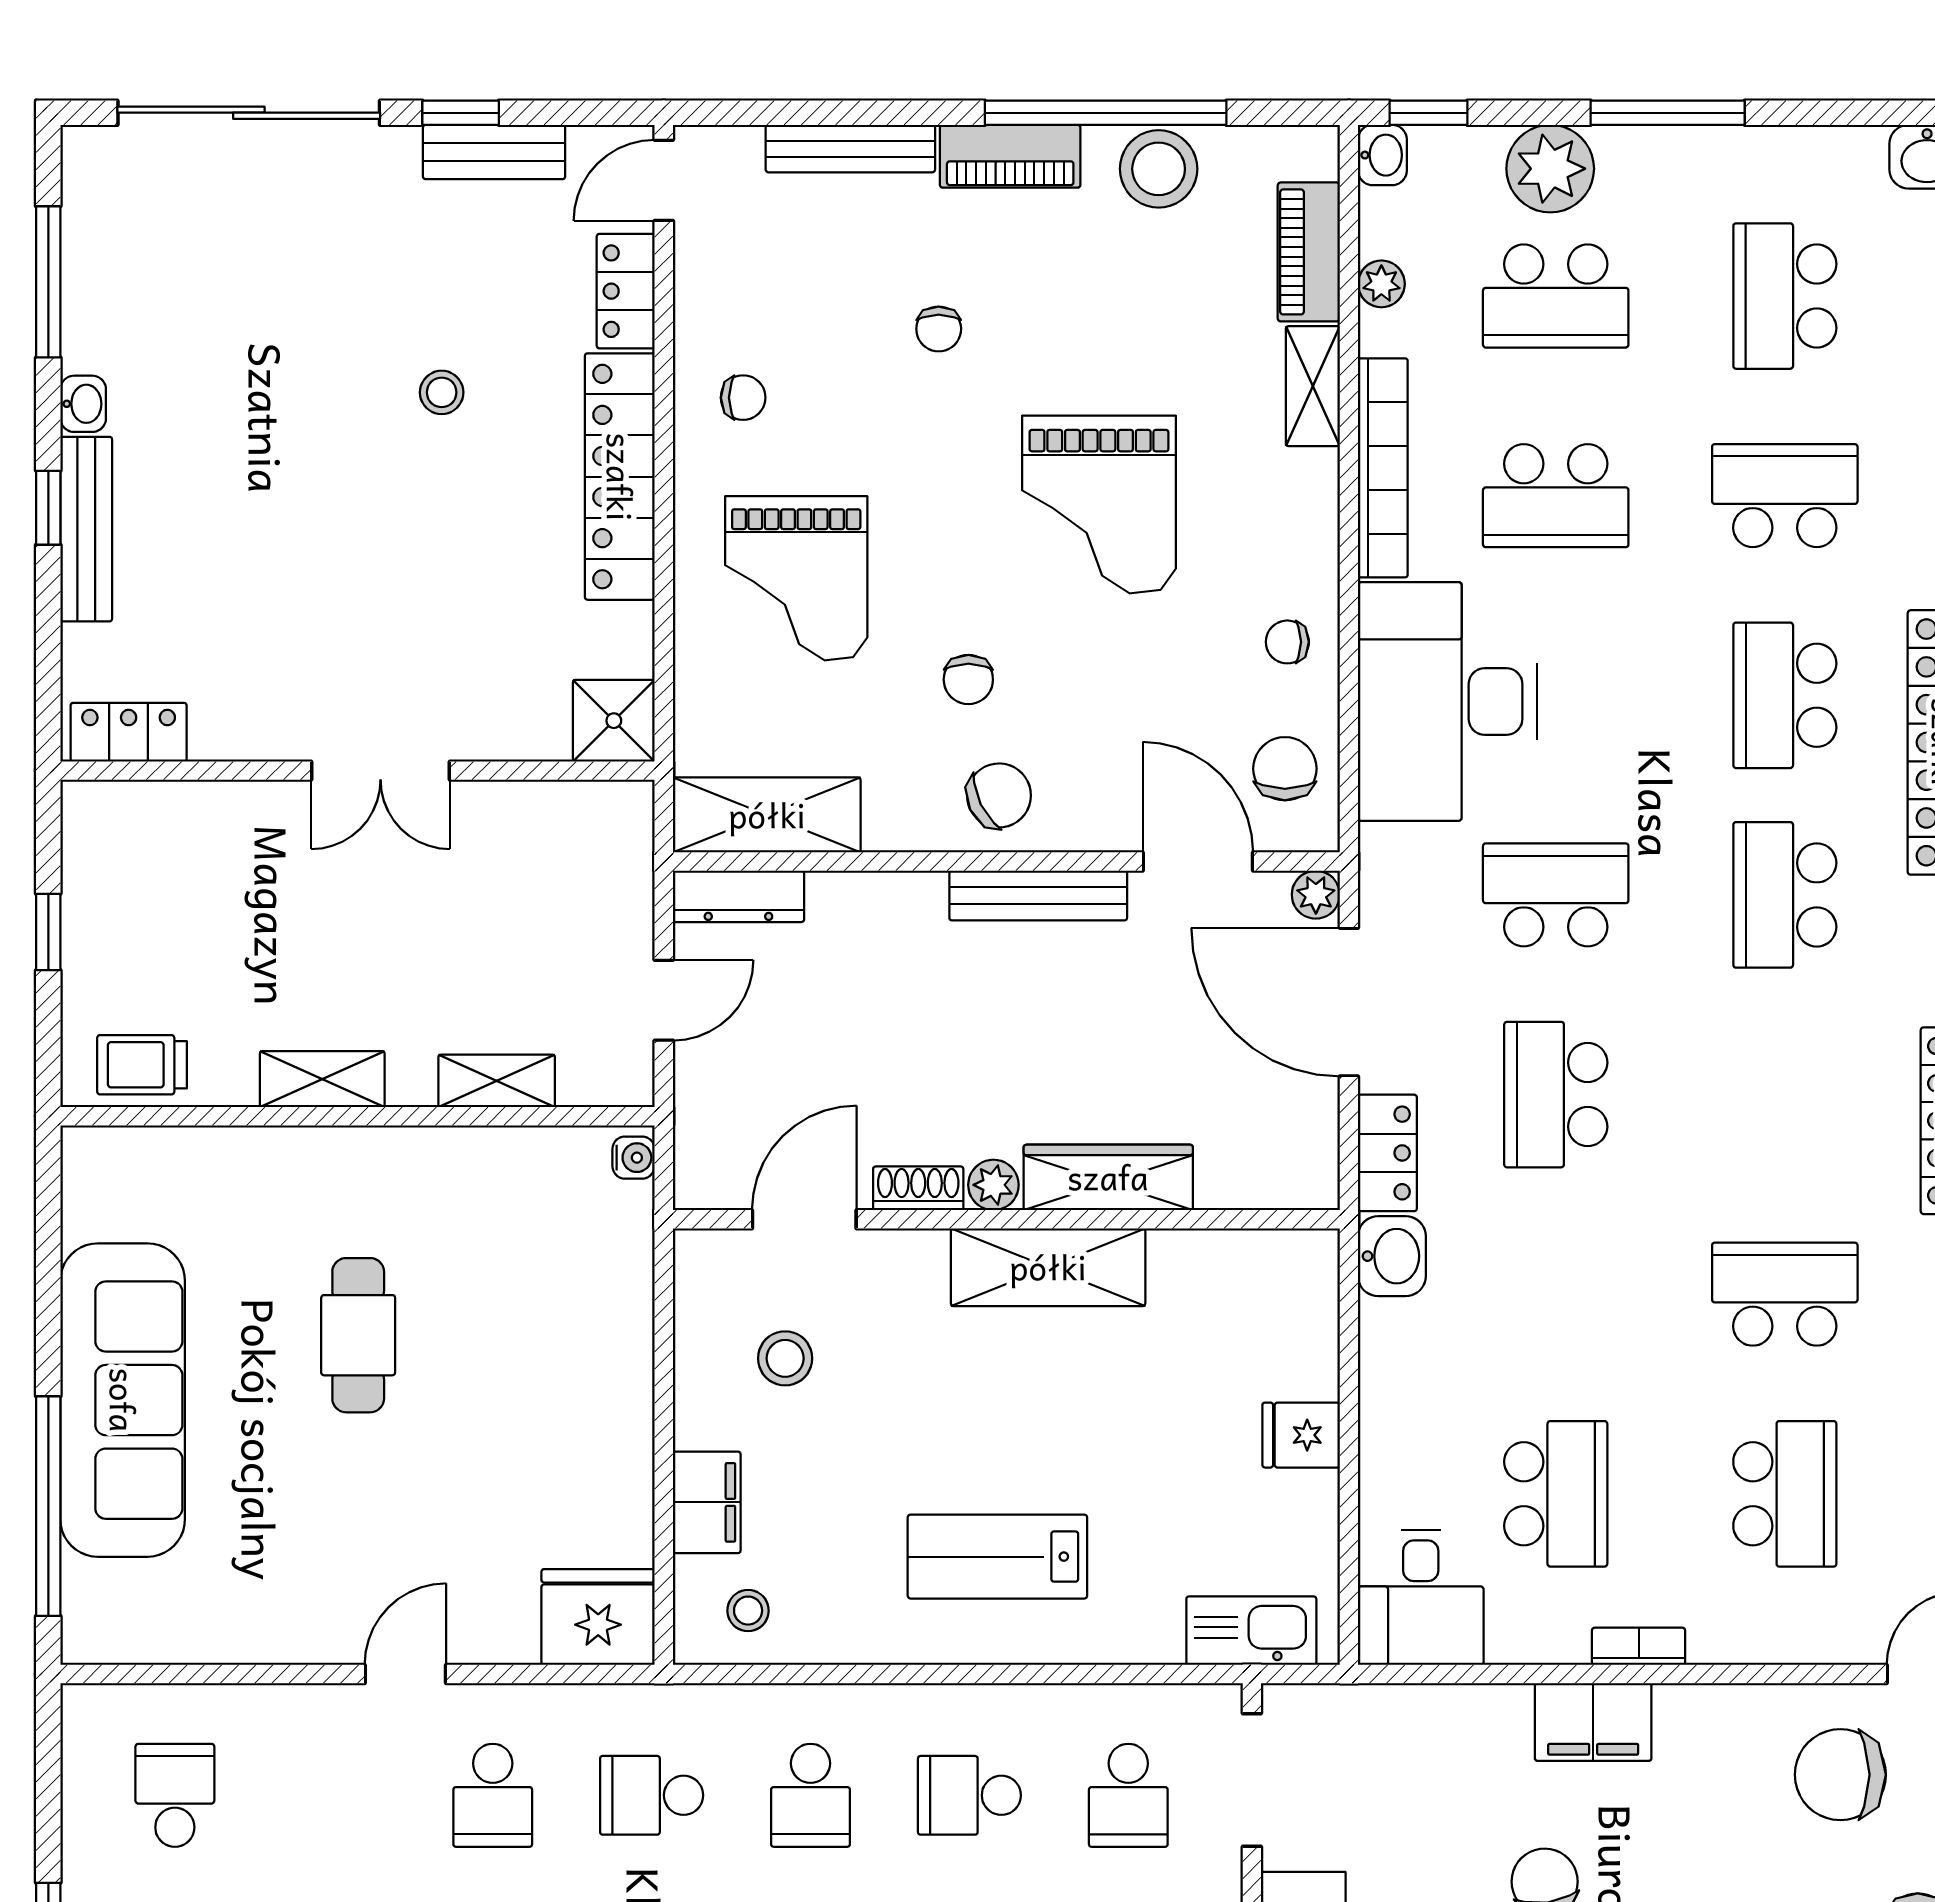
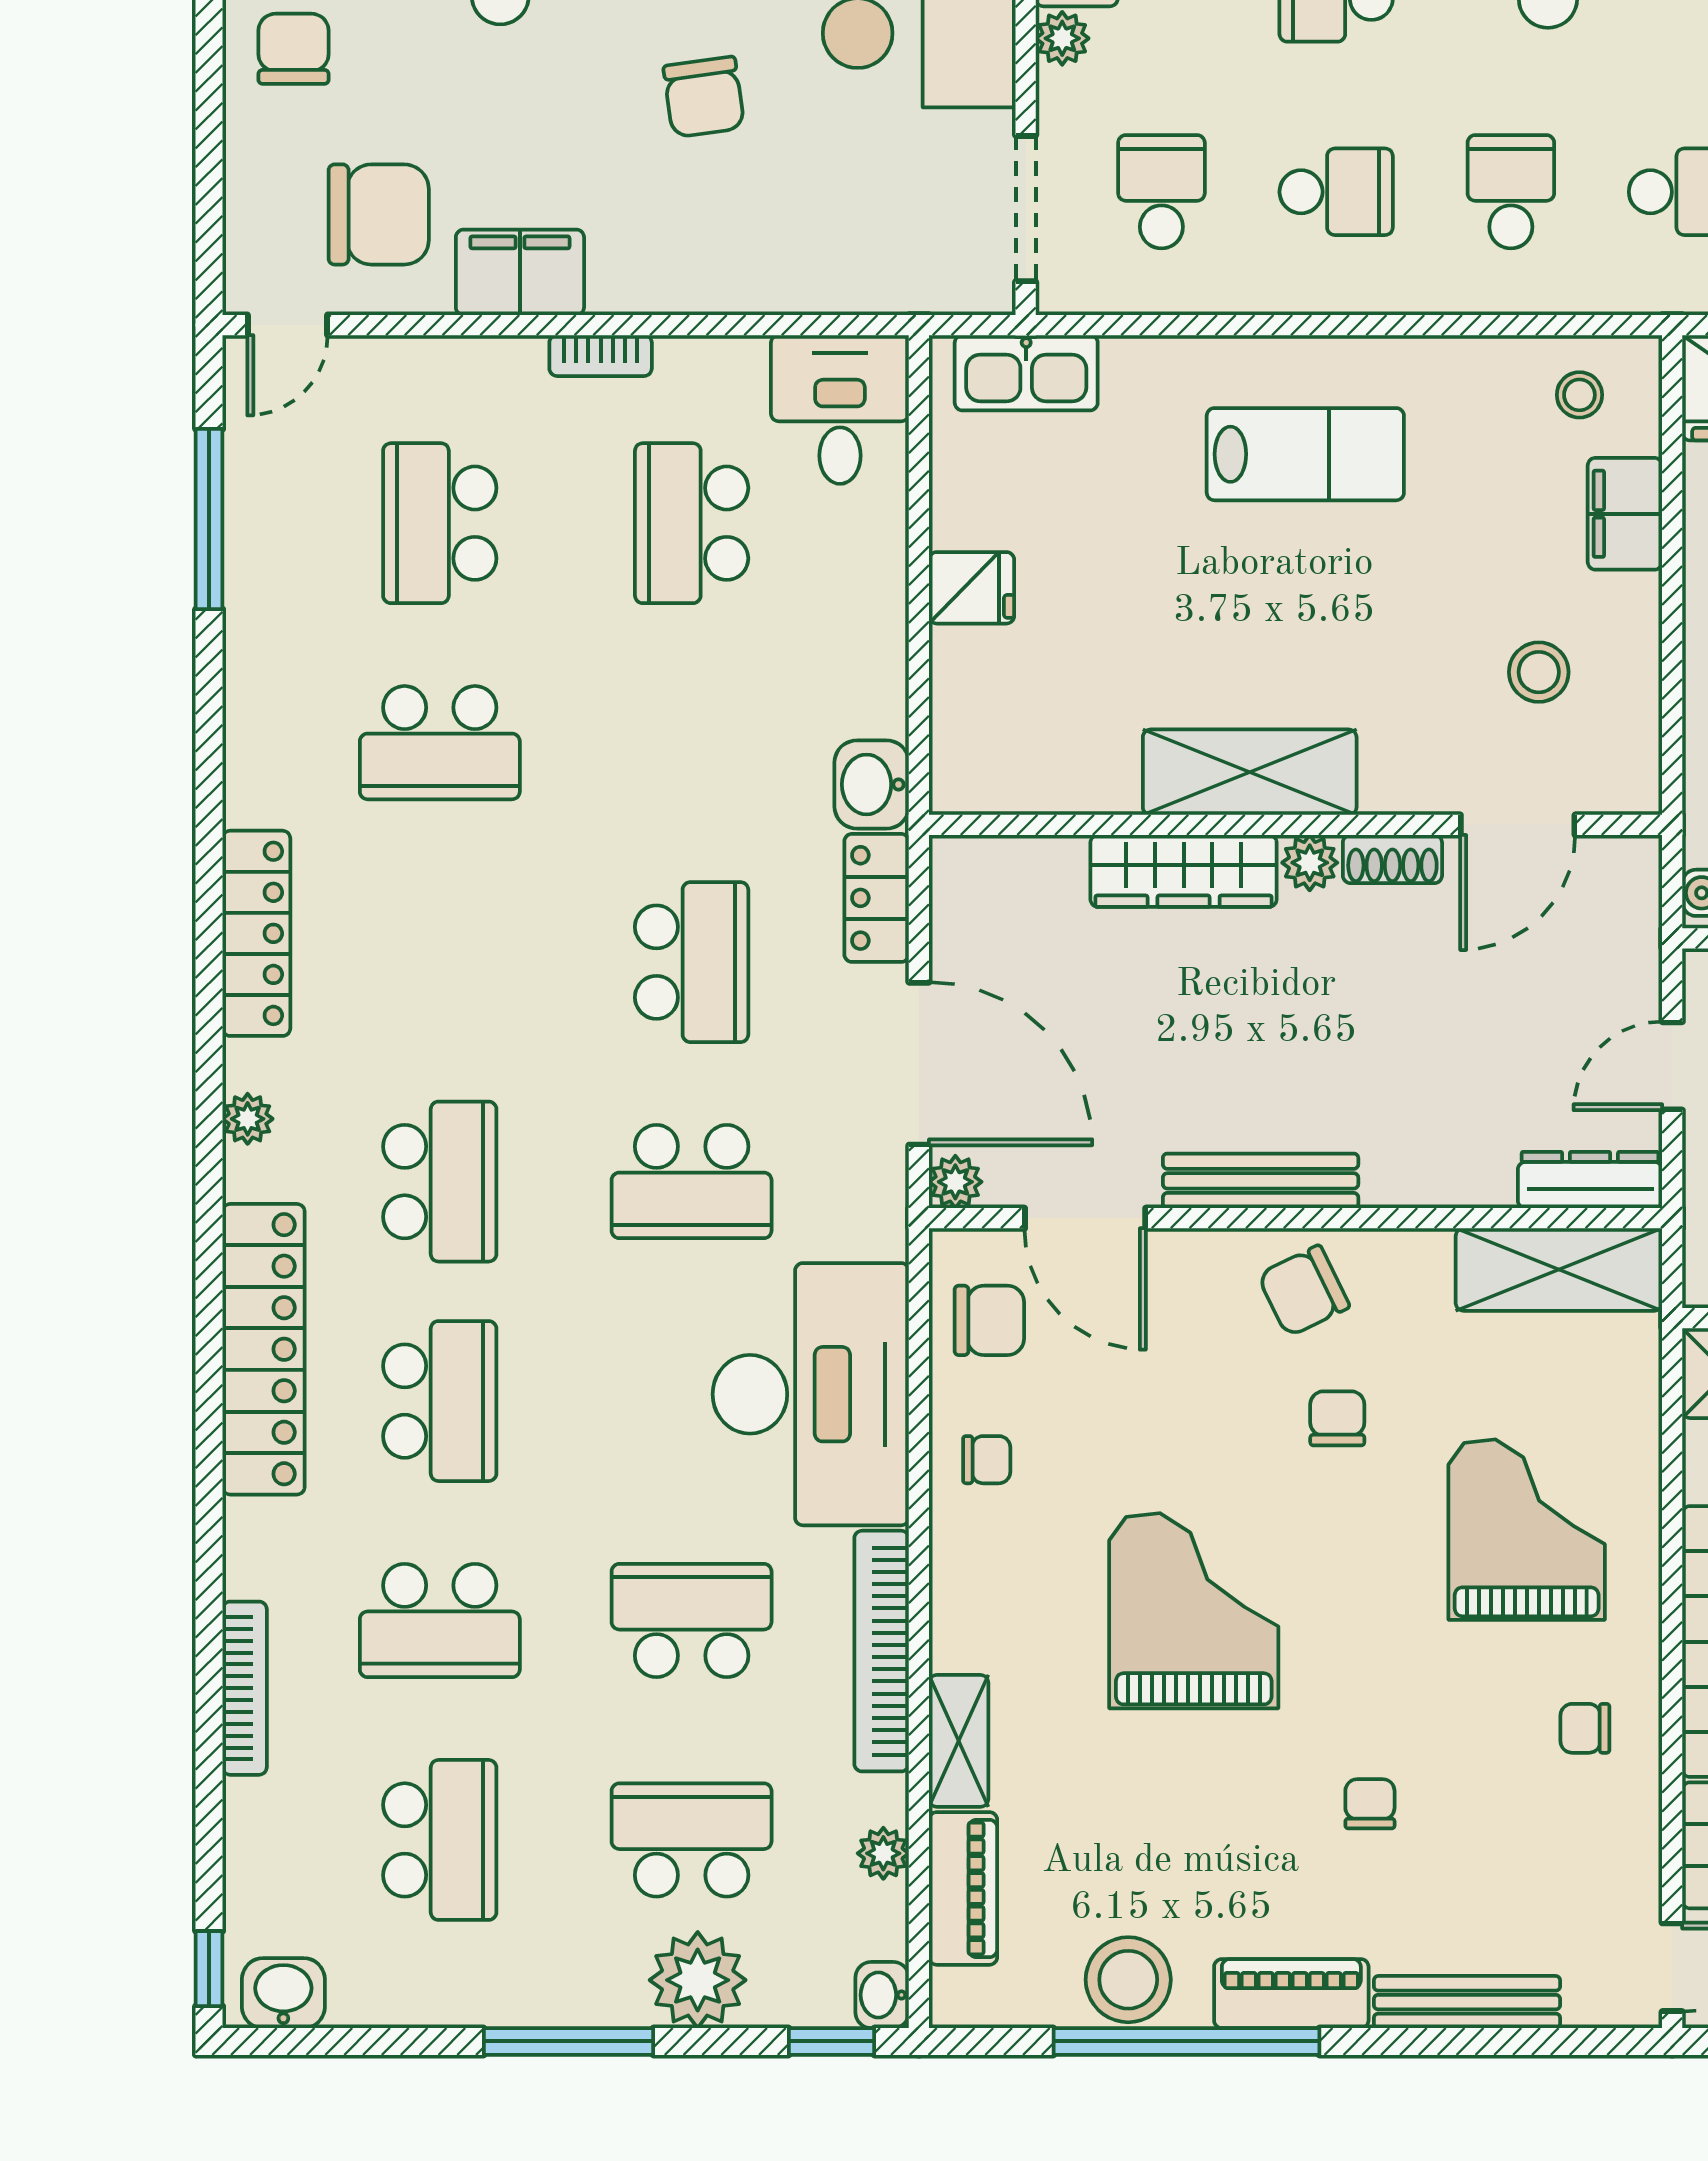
chair: (1285, 769) -> (989, 1320), turned -90
filing cabinet: (1593, 1722) -> (520, 272), moved

